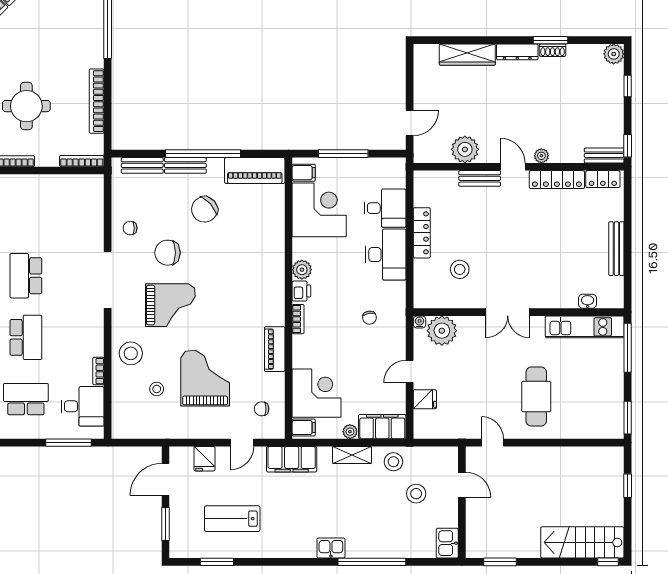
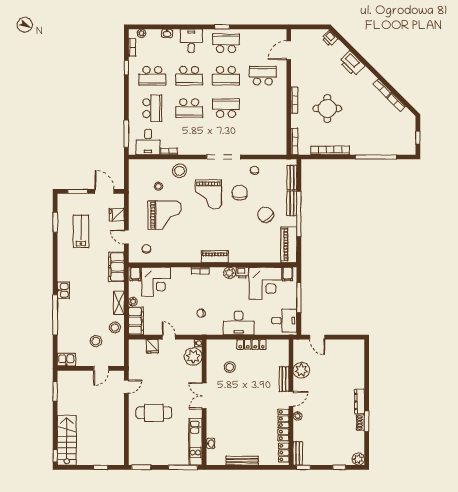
wardrobe: (467, 55) -> (358, 372), removed
desk: (385, 208) -> (284, 321), moved, turned -90
printer: (301, 291) -> (242, 273), moved
piano: (275, 349) -> (215, 257), moved

